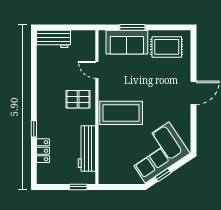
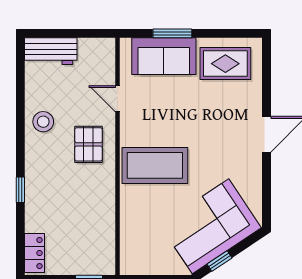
stool: (49, 85) -> (43, 122), added
pallet: (78, 99) -> (89, 144), turned 90
workbench: (87, 149) -> (102, 220), removed
locker: (43, 151) -> (35, 253), moved

